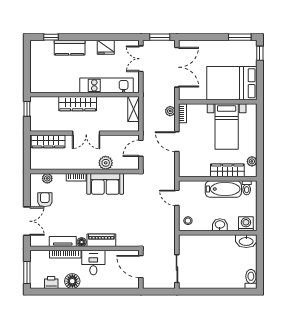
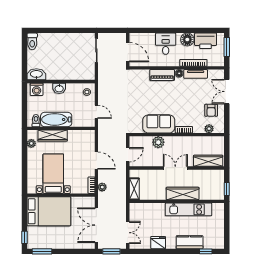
kitchen unit: (107, 85) -> (188, 209), moved
desk: (93, 263) -> (166, 44), moved, turned 180
printer: (51, 283) -> (206, 41), width x1.87, depth x1.48

